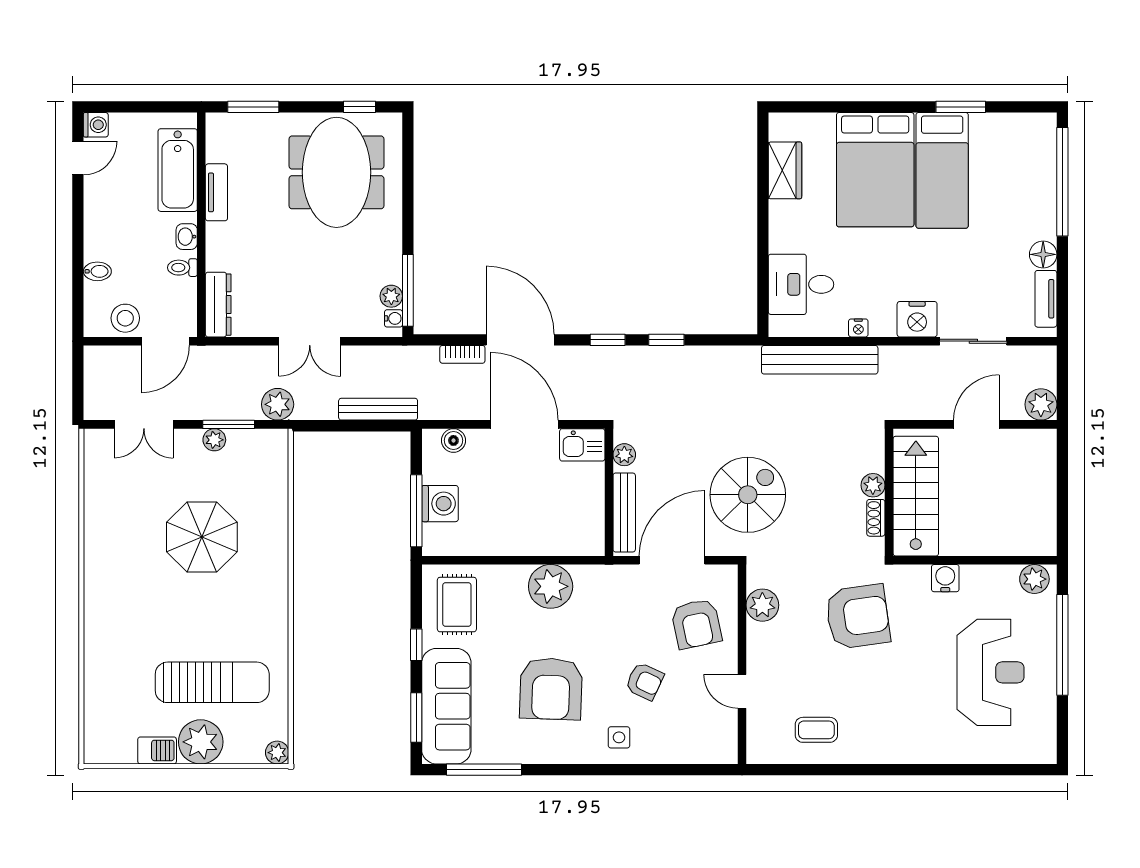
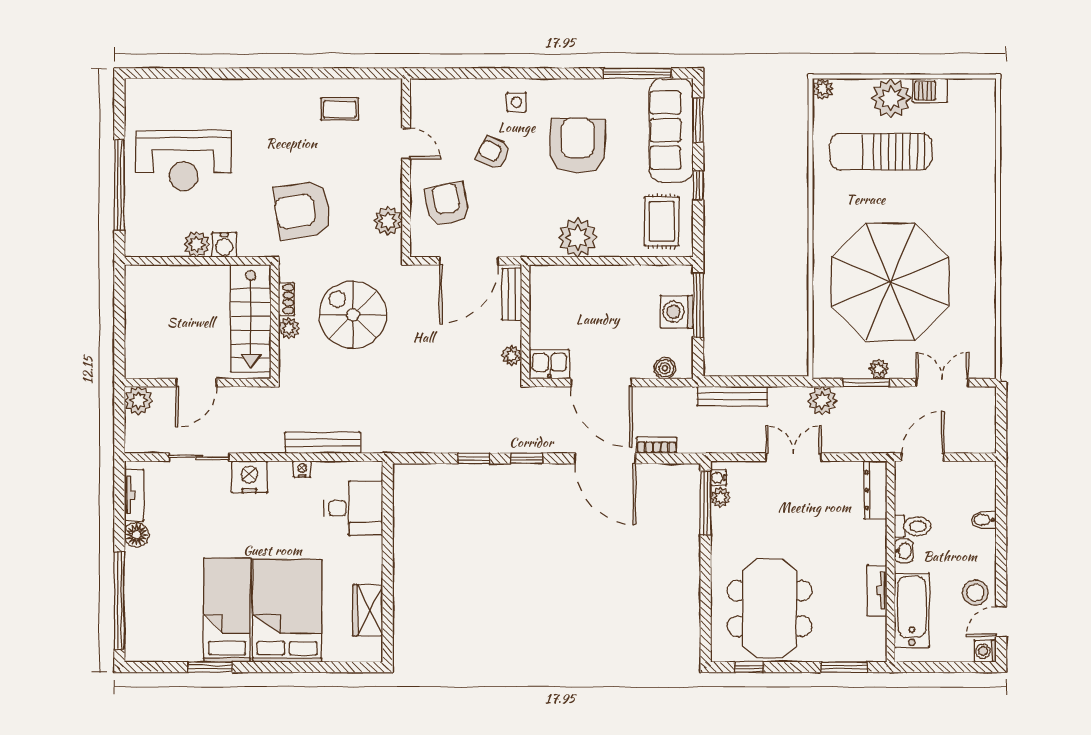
toilet: (182, 268) -> (913, 526), width x1.37, depth x1.39
stool: (125, 318) -> (975, 593), moved
bench: (820, 360) -> (323, 443), width x0.73, depth x0.82
spiral stairs: (748, 495) -> (353, 315), moved, turned 90
bench: (624, 513) -> (512, 294), width x0.73
parasol: (202, 537) -> (890, 282), width x1.86, depth x1.86
plant: (1034, 579) -> (197, 244), moved
reception desk: (990, 672) -> (184, 161), turned -90

